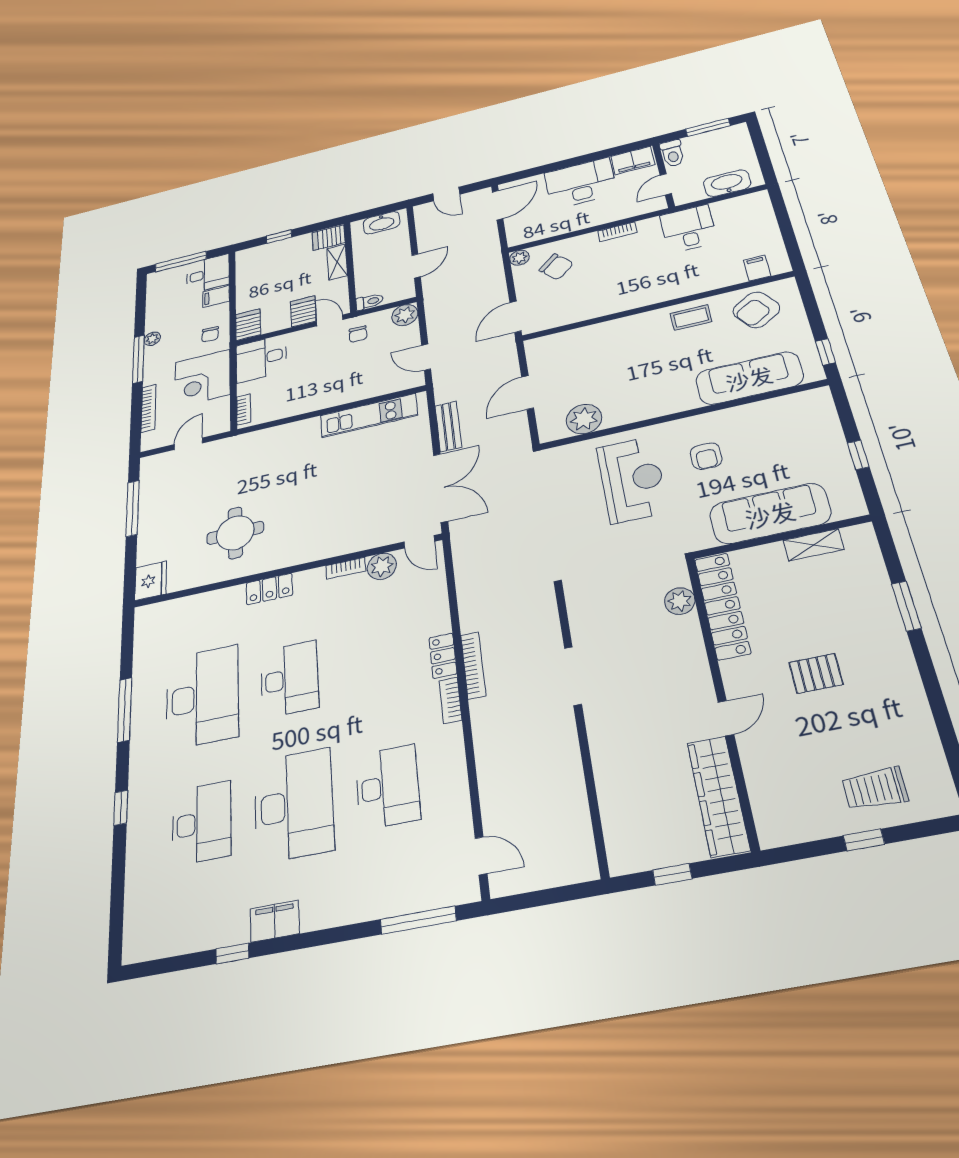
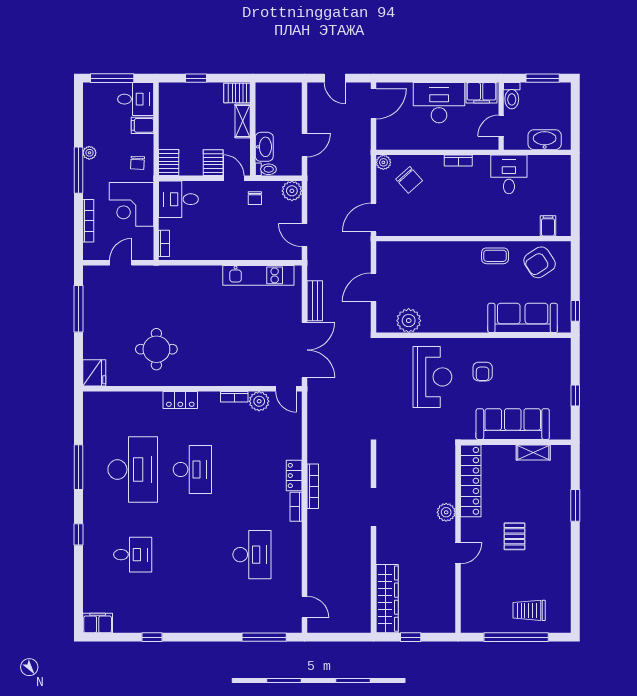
washbasin: (382, 223) -> (264, 147), moved, turned -90
plant: (680, 601) -> (446, 512), moved
pallet: (816, 673) -> (514, 536), turned 90
wardrobe: (718, 796) -> (387, 599), moved, turned 180
desk: (294, 805) -> (192, 555), removed
desk: (202, 823) -> (133, 555), width x0.73
window: (864, 840) -> (516, 637), width x3.17
filing cabinet: (275, 921) -> (98, 623), moved

